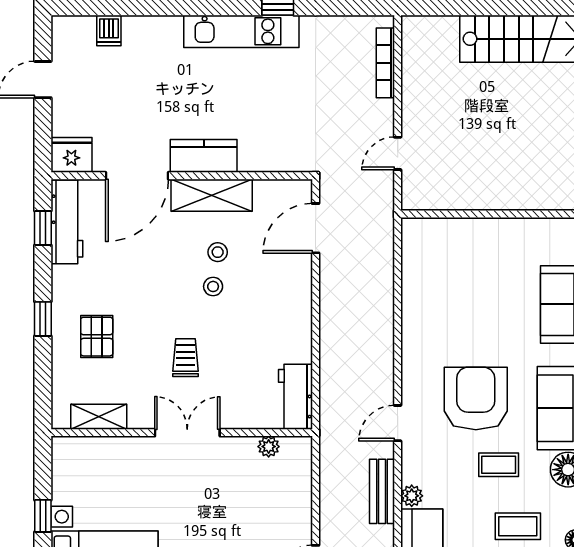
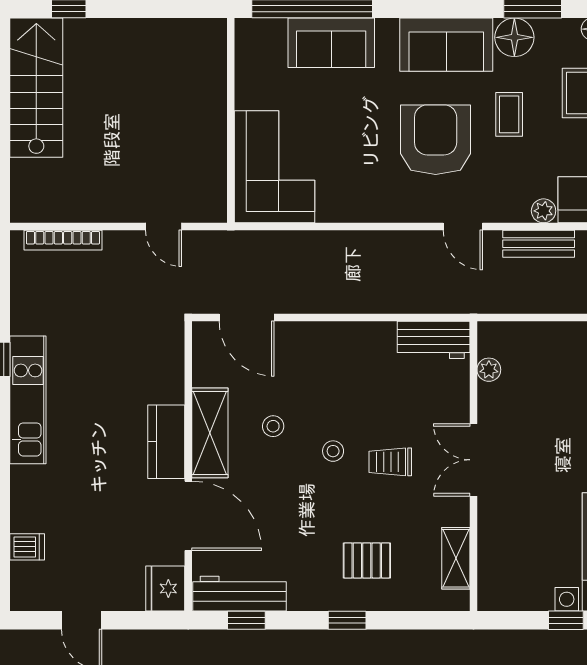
corner sofa: (451, 253) -> (274, 167), added
stool: (213, 286) -> (333, 451), moved
armchair: (476, 399) -> (436, 140), turned 90

